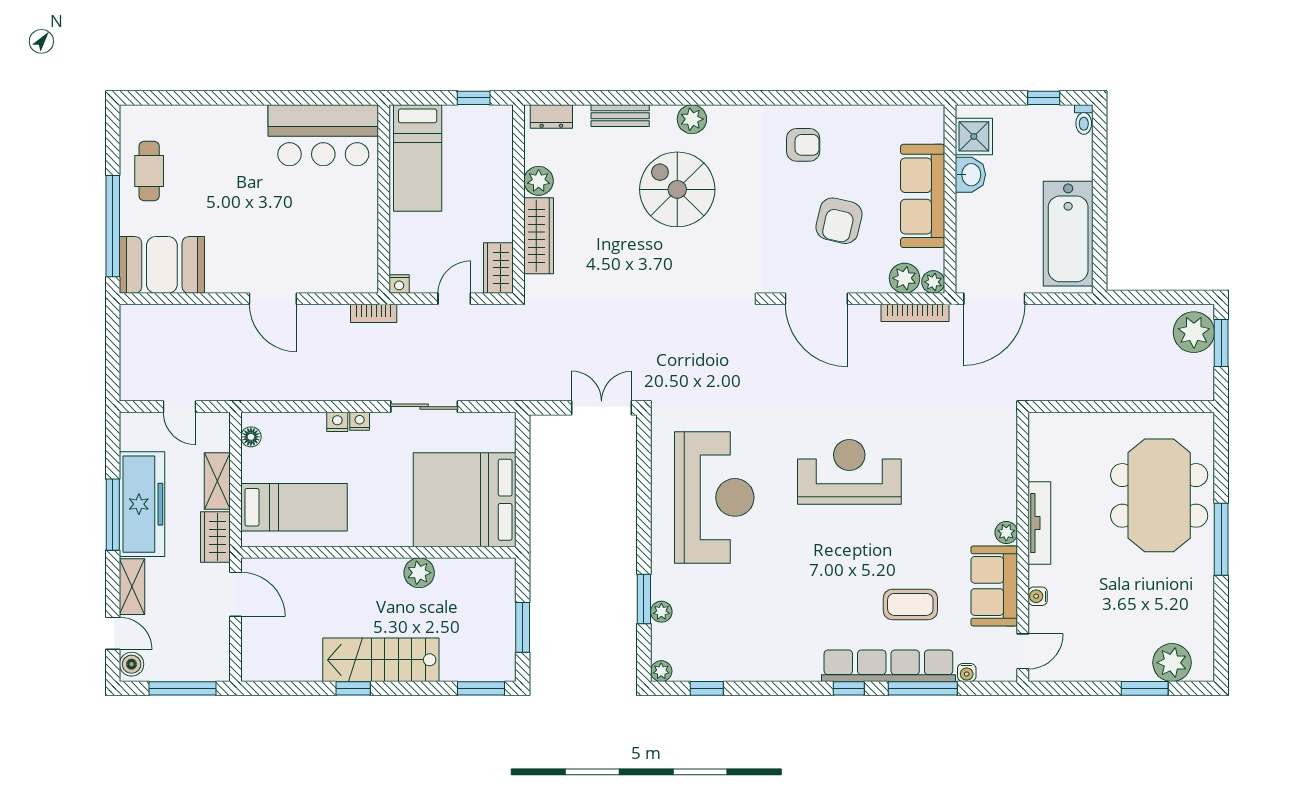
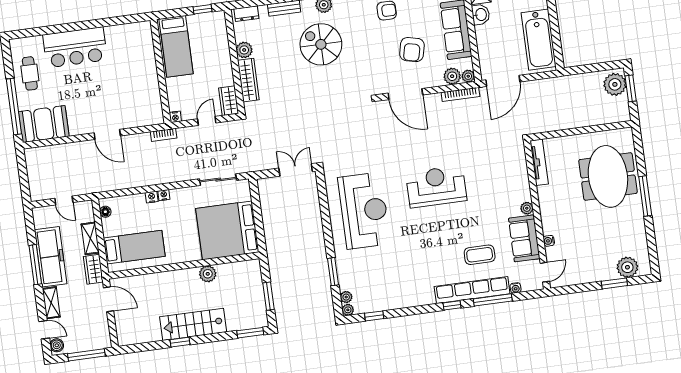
bar counter: (323, 135) -> (75, 47), moved
sliding door: (424, 407) -> (218, 180), moved
tv unit: (1039, 523) -> (539, 162), moved
plant: (661, 612) -> (346, 297), moved

